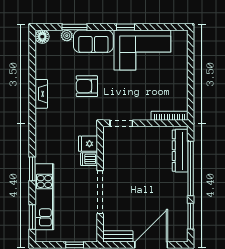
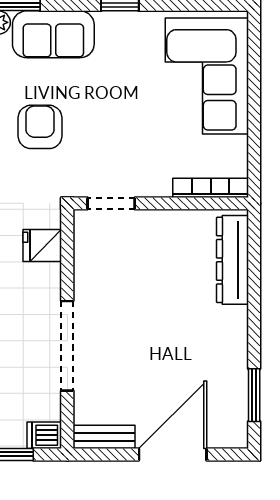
corner sofa: (142, 50) -> (207, 76), moved, turned 90
armchair: (87, 86) -> (40, 127), turned 90
dishwasher: (89, 159) -> (44, 435), moved
window: (191, 169) -> (254, 297), removed

